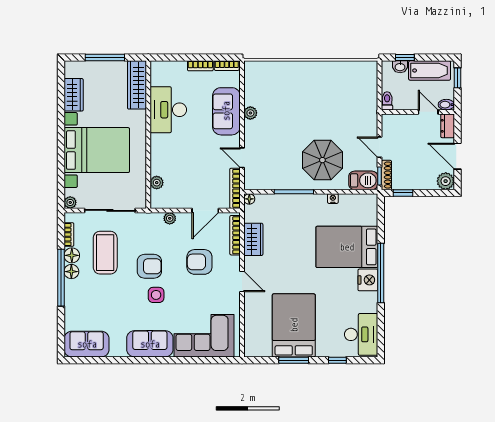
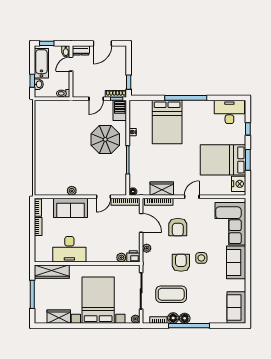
plant: (446, 181) -> (120, 52), removed
printer: (158, 200) -> (133, 256), added
nightstand: (368, 280) -> (239, 184), moved, turned 90

